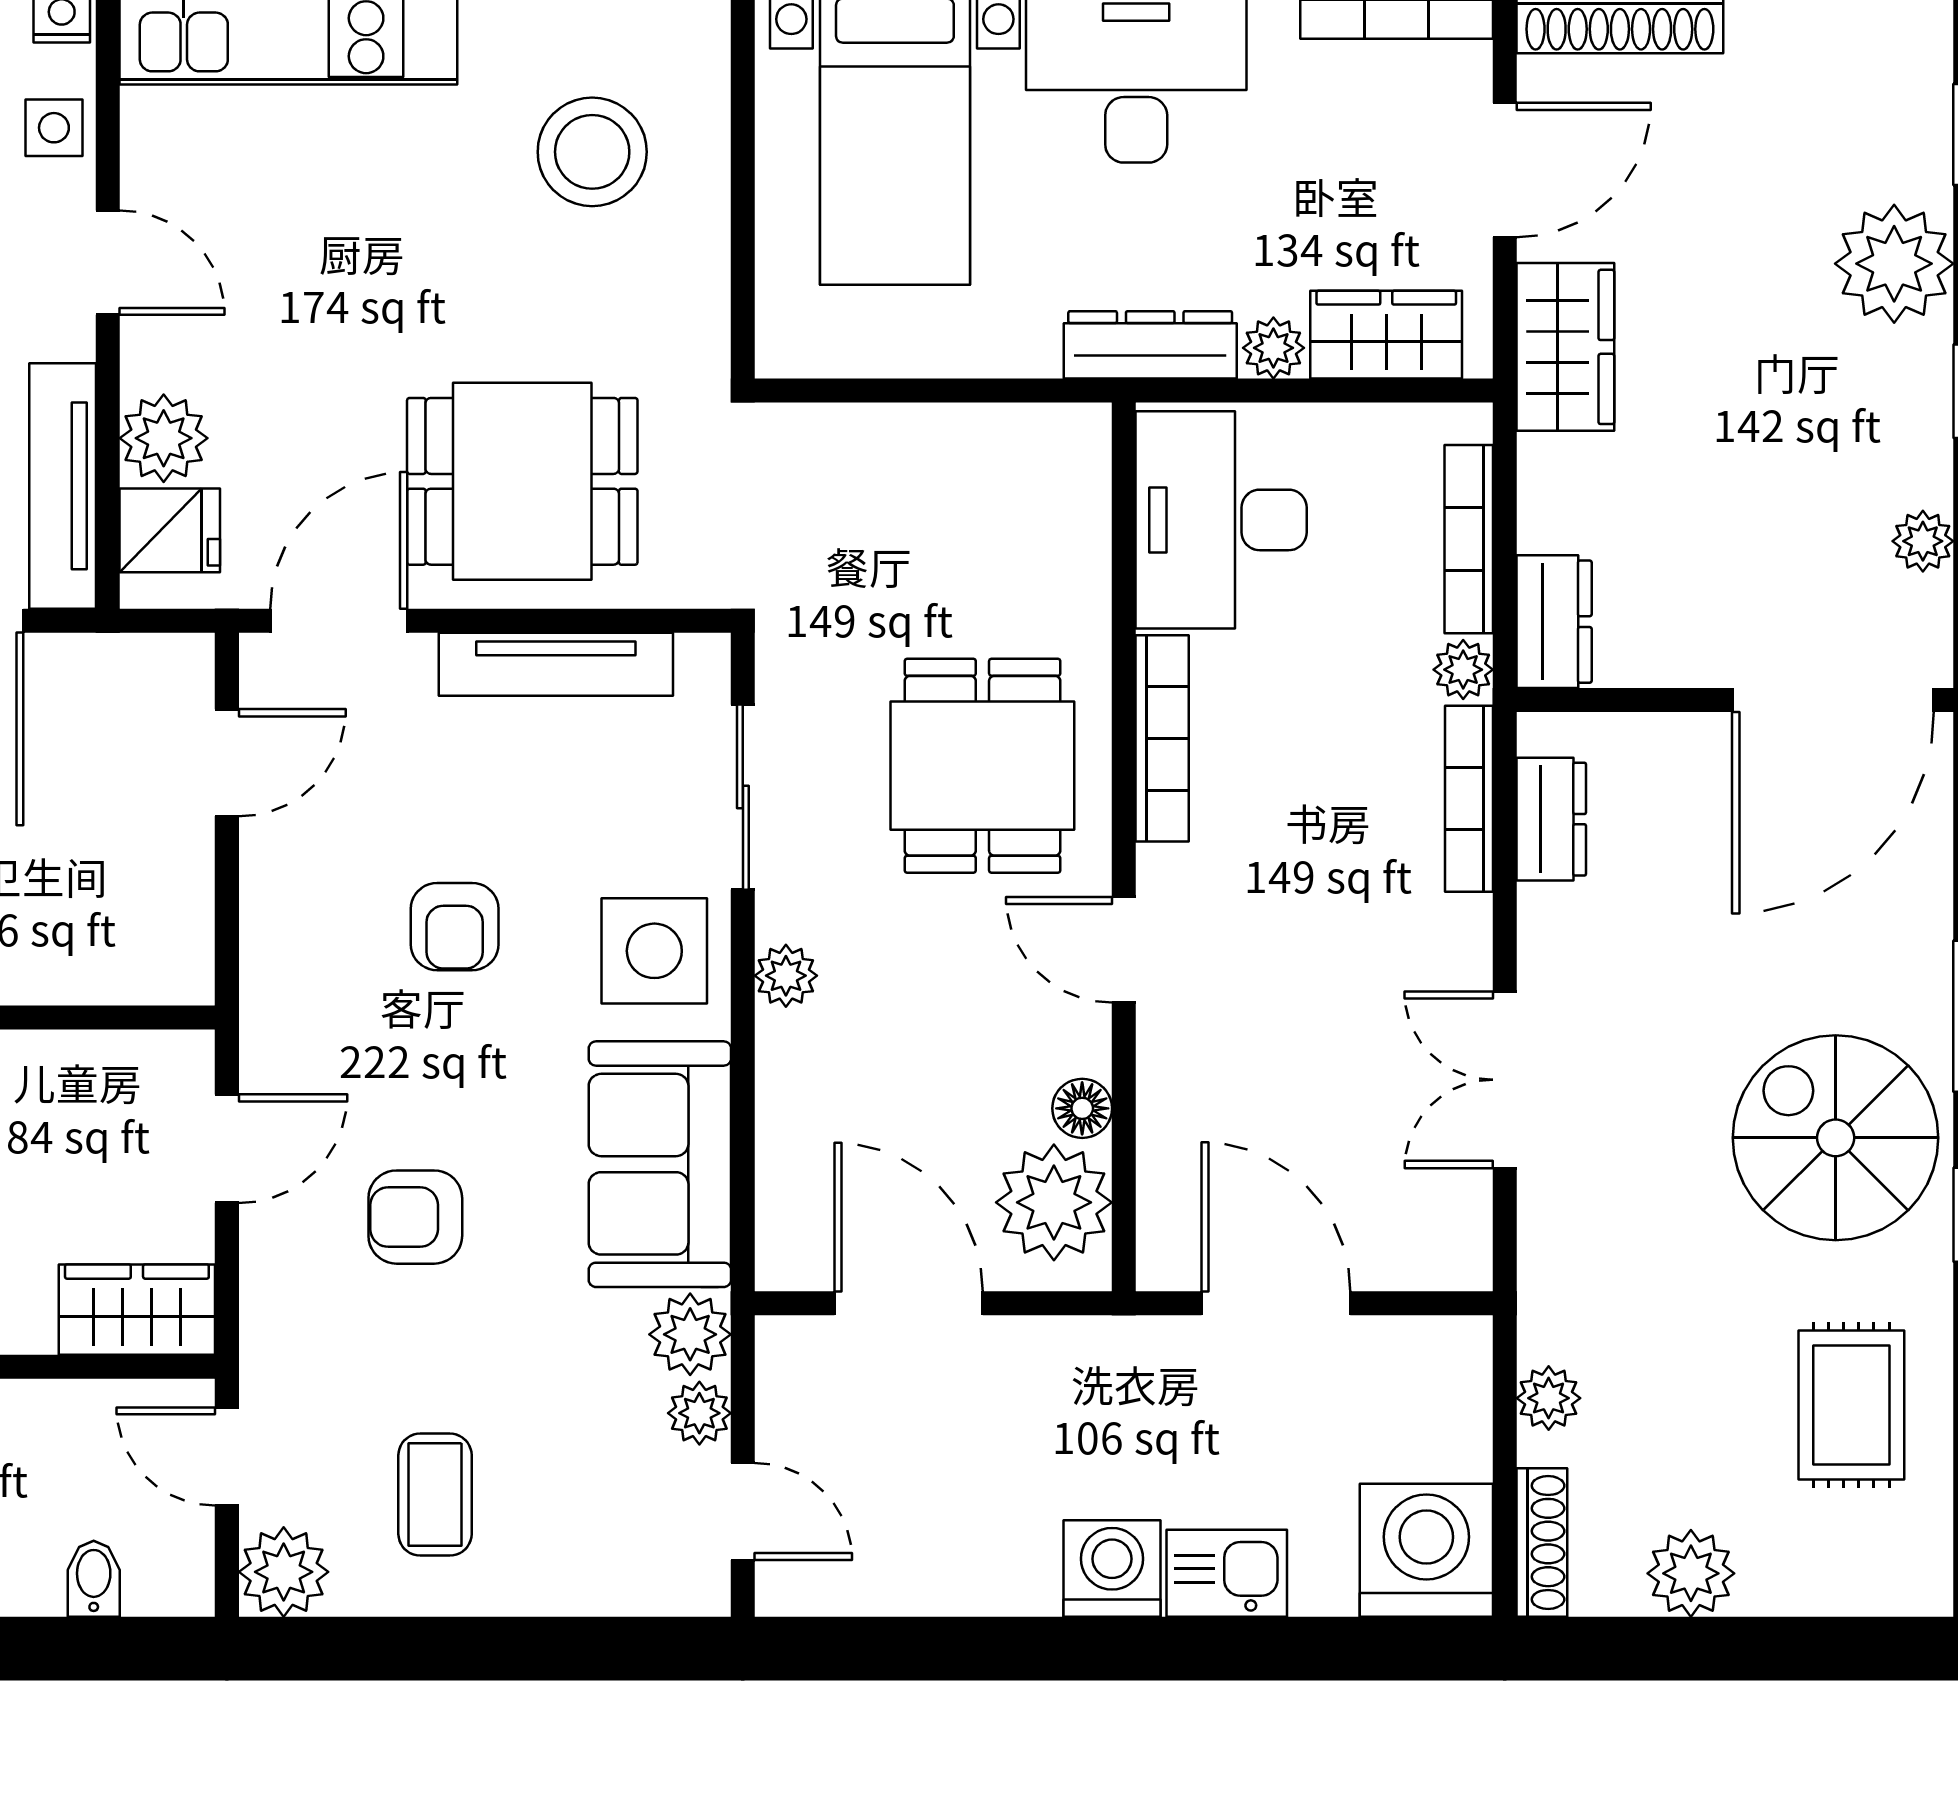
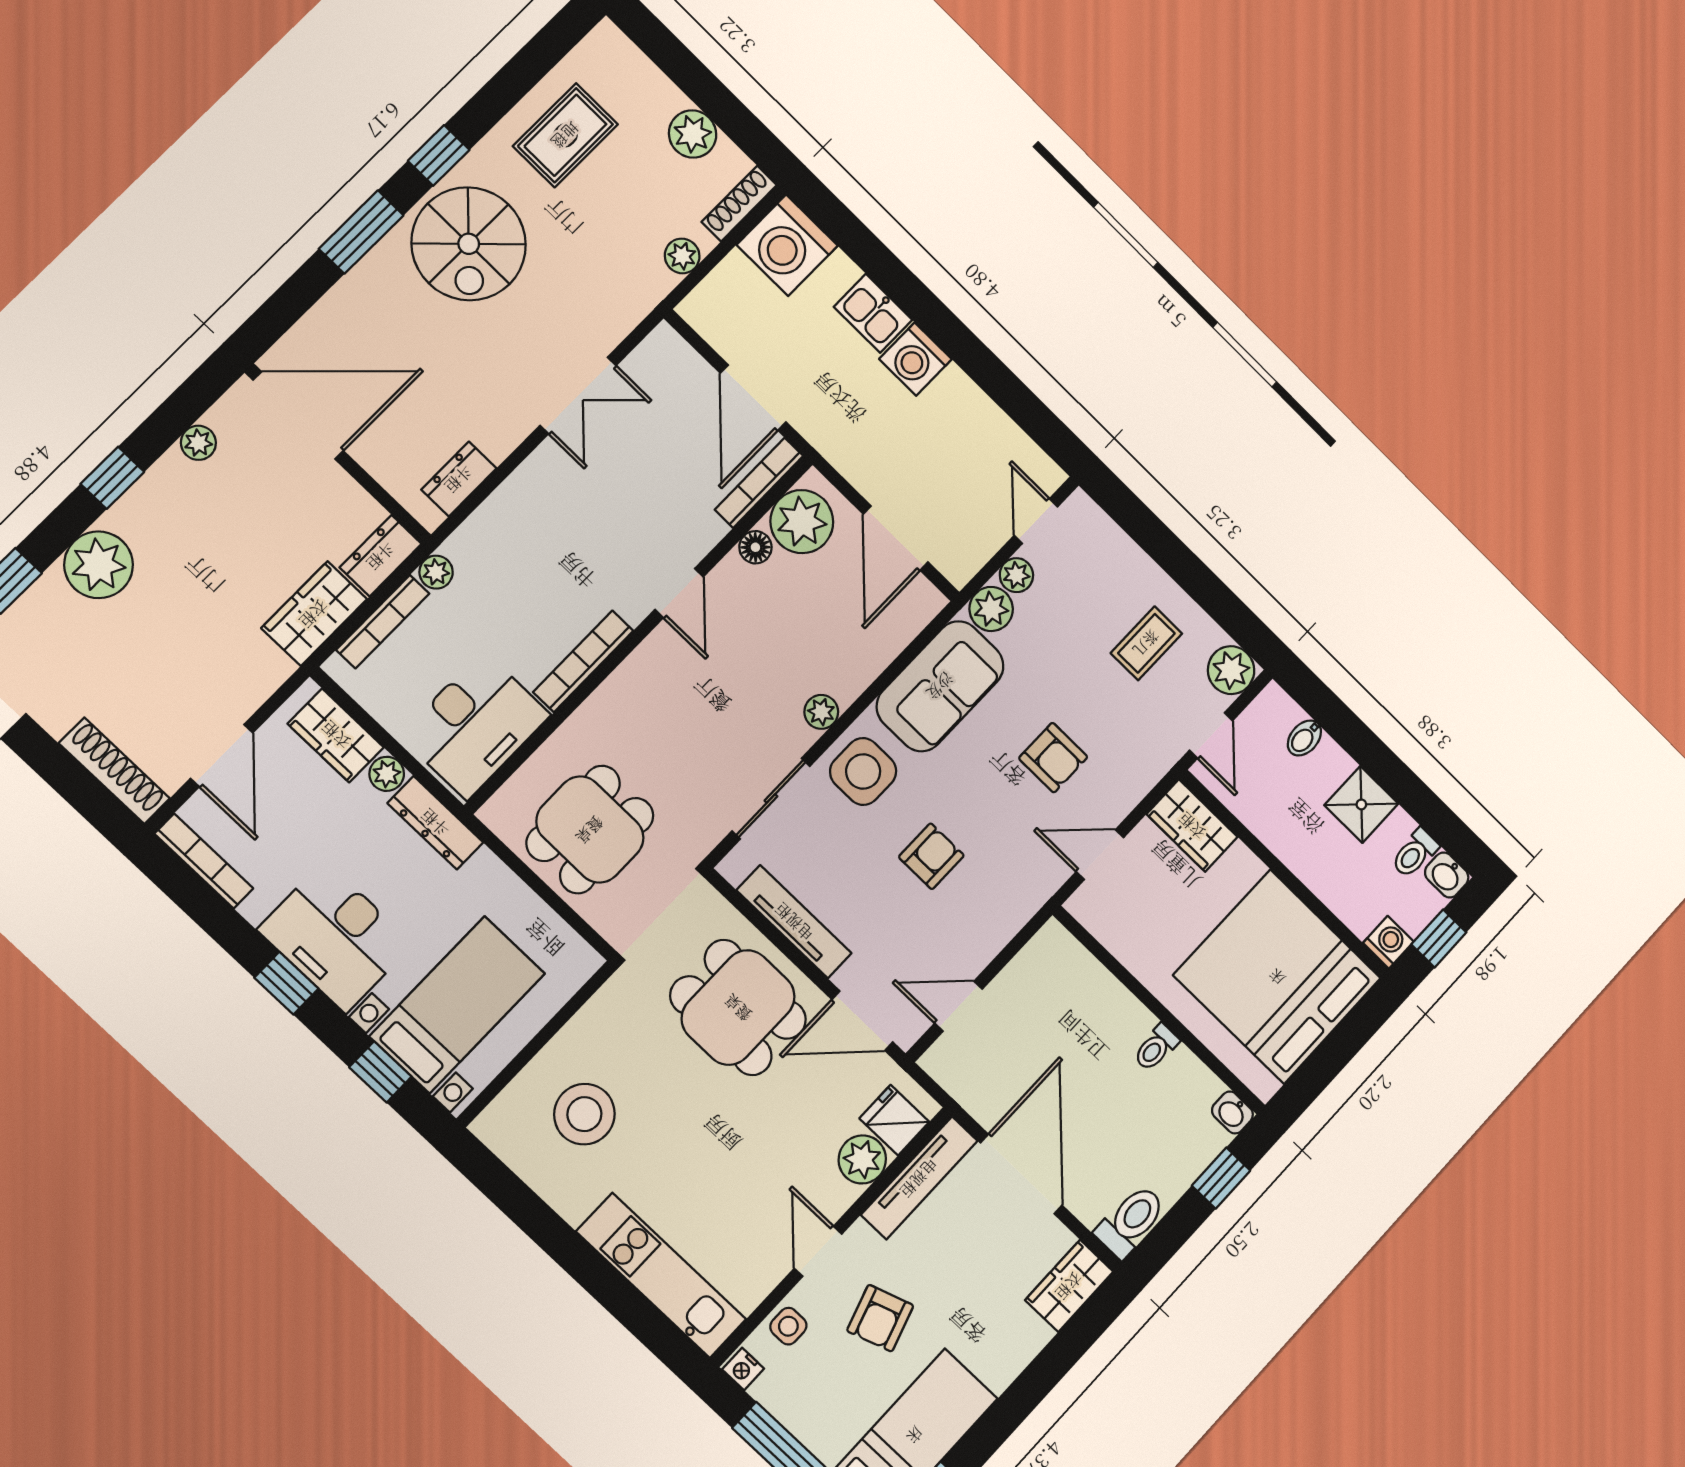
door: (1505, 170) -> (222, 756), swing flipped
wardrobe: (1565, 347) -> (314, 614), moved
dining table: (982, 766) -> (590, 830), moved
bookcase: (1469, 799) -> (759, 483), moved, turned 180

